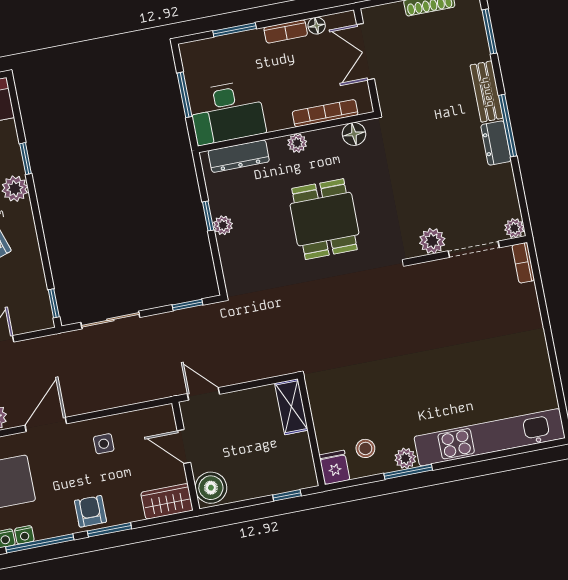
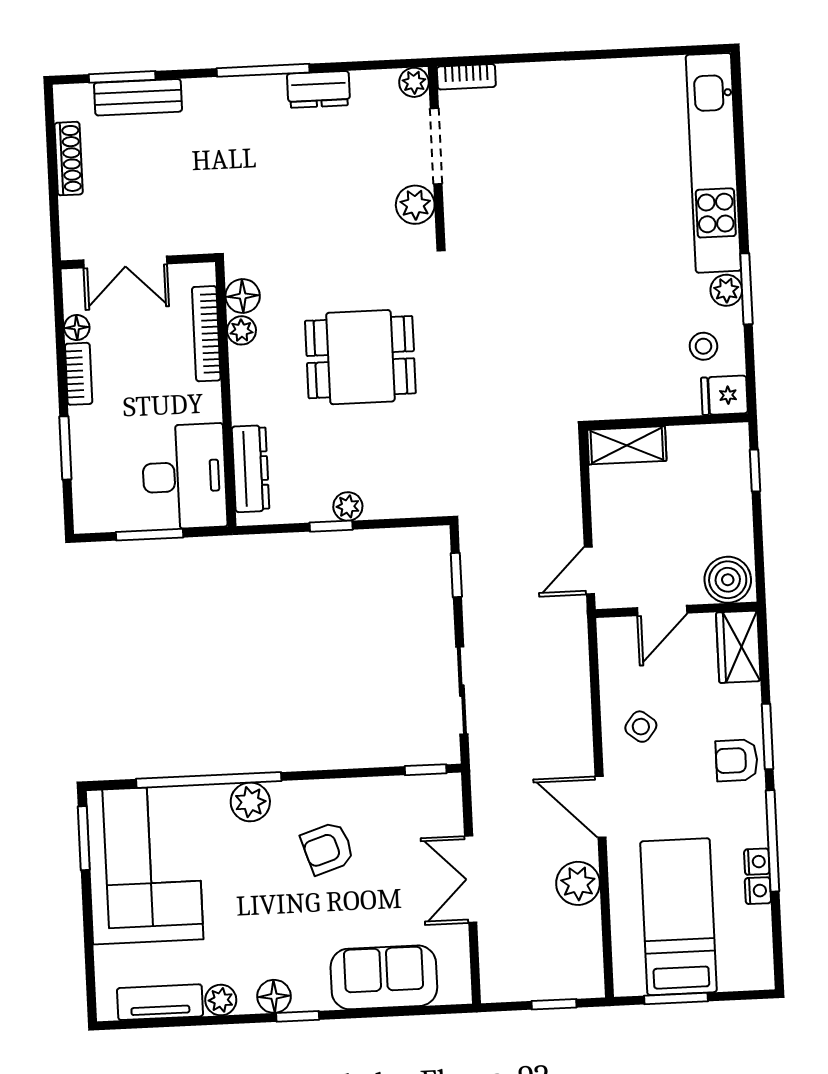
bench: (487, 92) -> (138, 97), moved
plant: (297, 143) -> (241, 330), moved
dresser: (496, 143) -> (319, 89), moved
window: (26, 159) -> (209, 780), width x3.17
side table: (104, 444) -> (641, 727), turned 38

